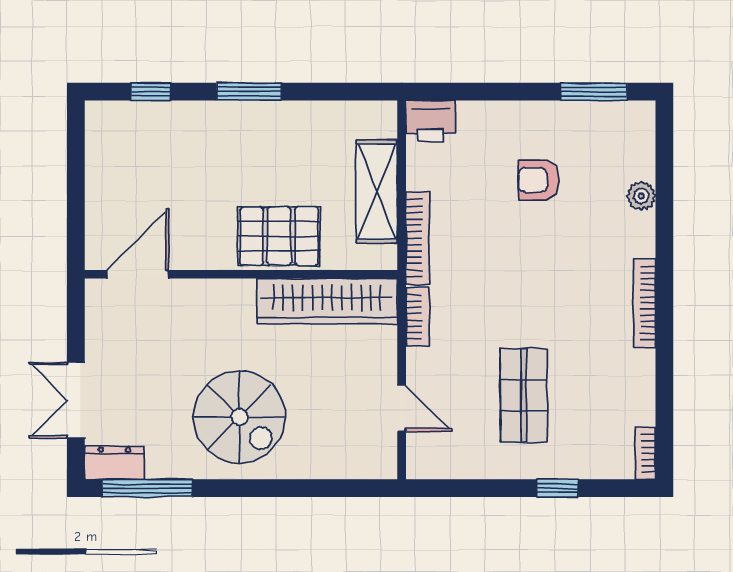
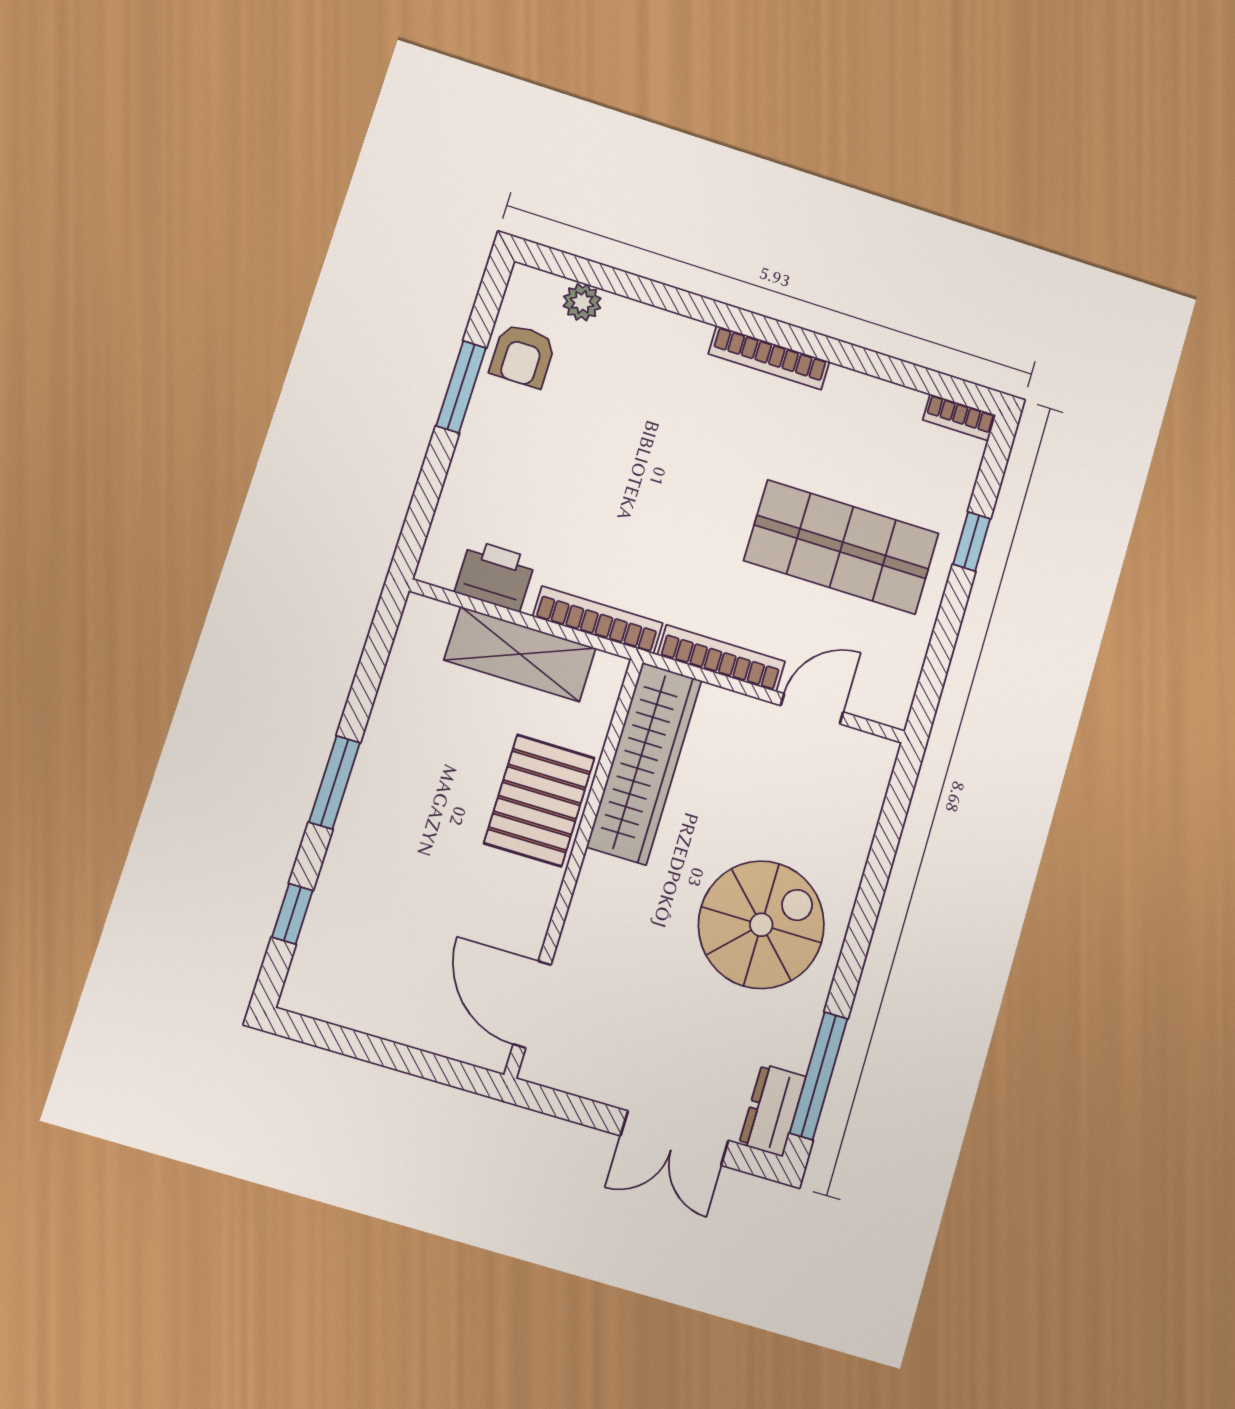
window: (594, 92) -> (461, 387), moved
printer: (431, 121) -> (495, 576), moved, turned -90
armchair: (539, 180) -> (523, 356), moved
plant: (641, 196) -> (582, 302), moved
bookcase: (418, 317) -> (721, 658), width x1.56
shop shelf: (524, 395) -> (841, 547), width x1.43, depth x1.36

